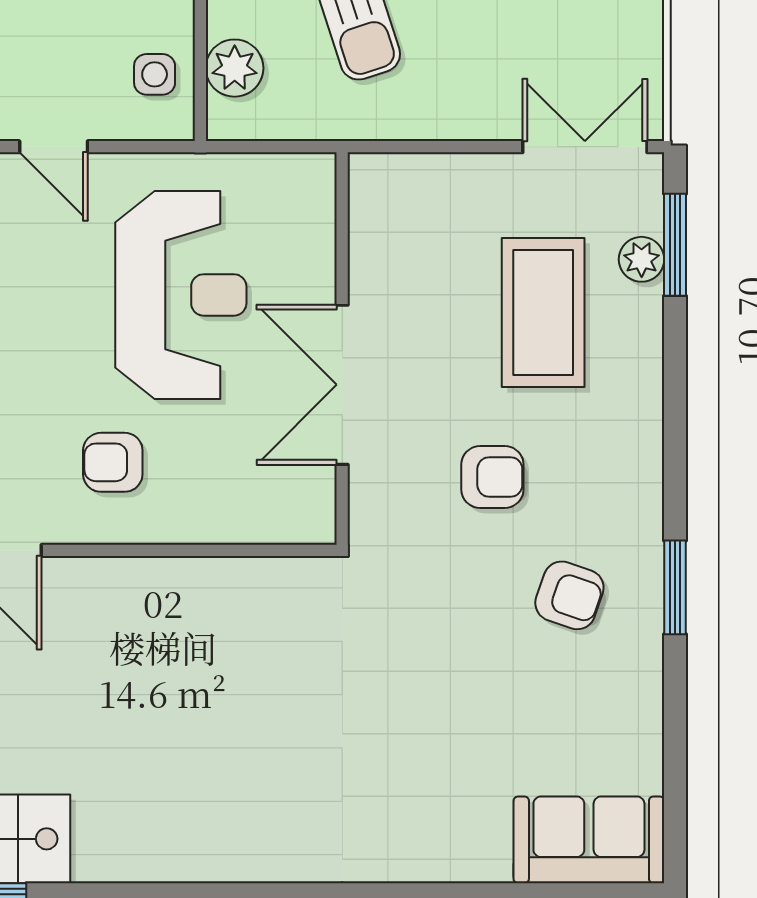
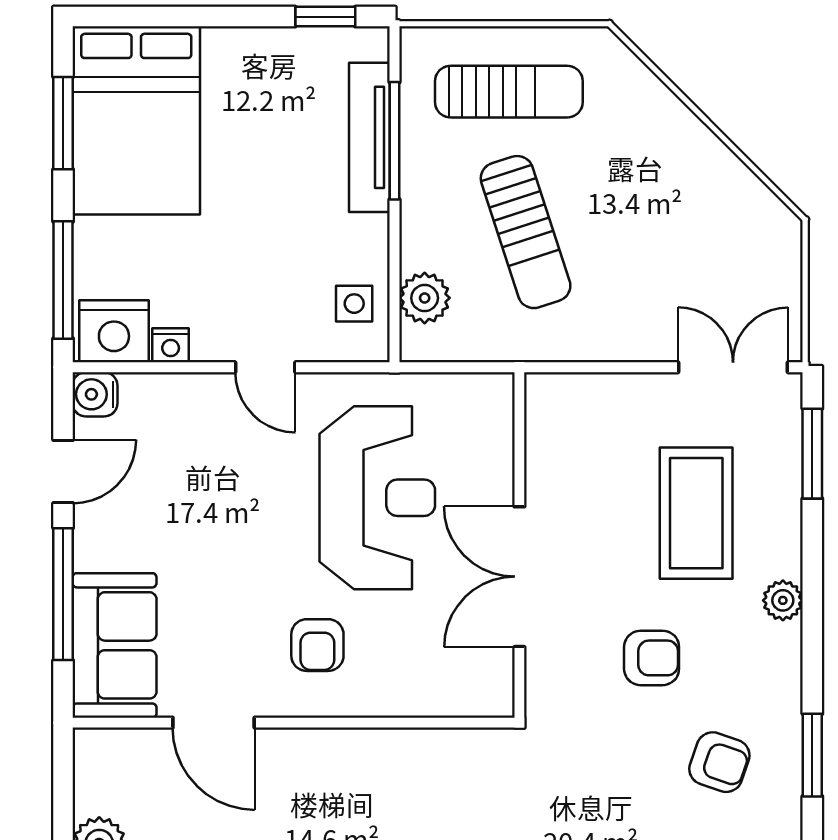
plant: (642, 259) -> (783, 600), moved
armchair: (113, 462) -> (317, 645), turned -90

